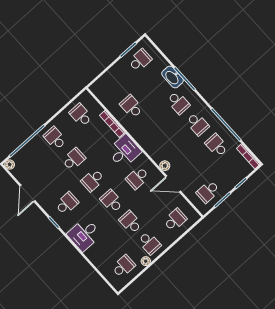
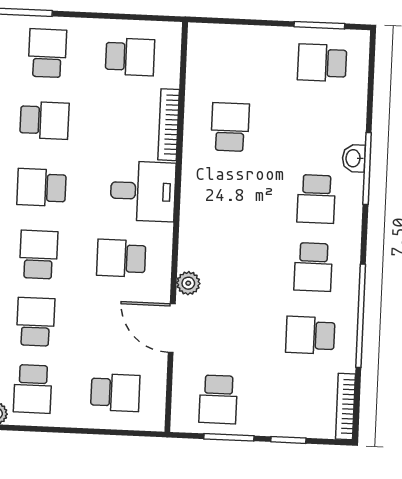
school desk: (140, 60) -> (322, 63), turned 180
washbasin: (173, 77) -> (354, 158), width x0.52, depth x0.69
school desk: (81, 115) -> (130, 57), turned 90
school desk: (217, 145) -> (310, 335), turned -90
school desk: (208, 192) -> (218, 399), turned -90

